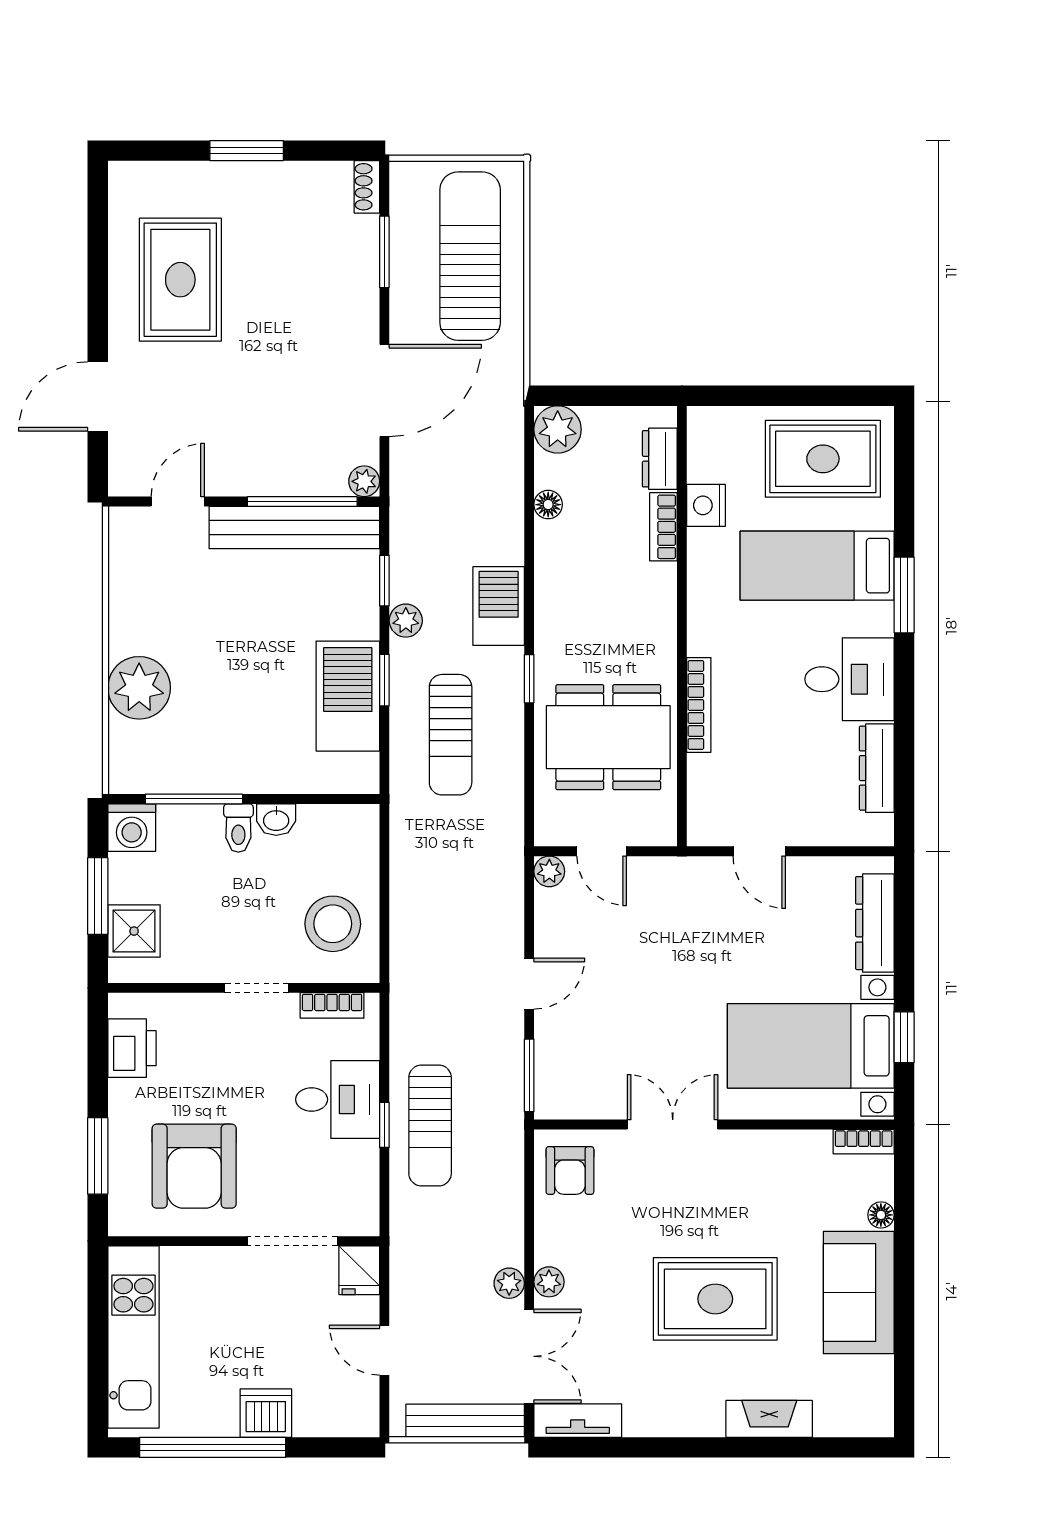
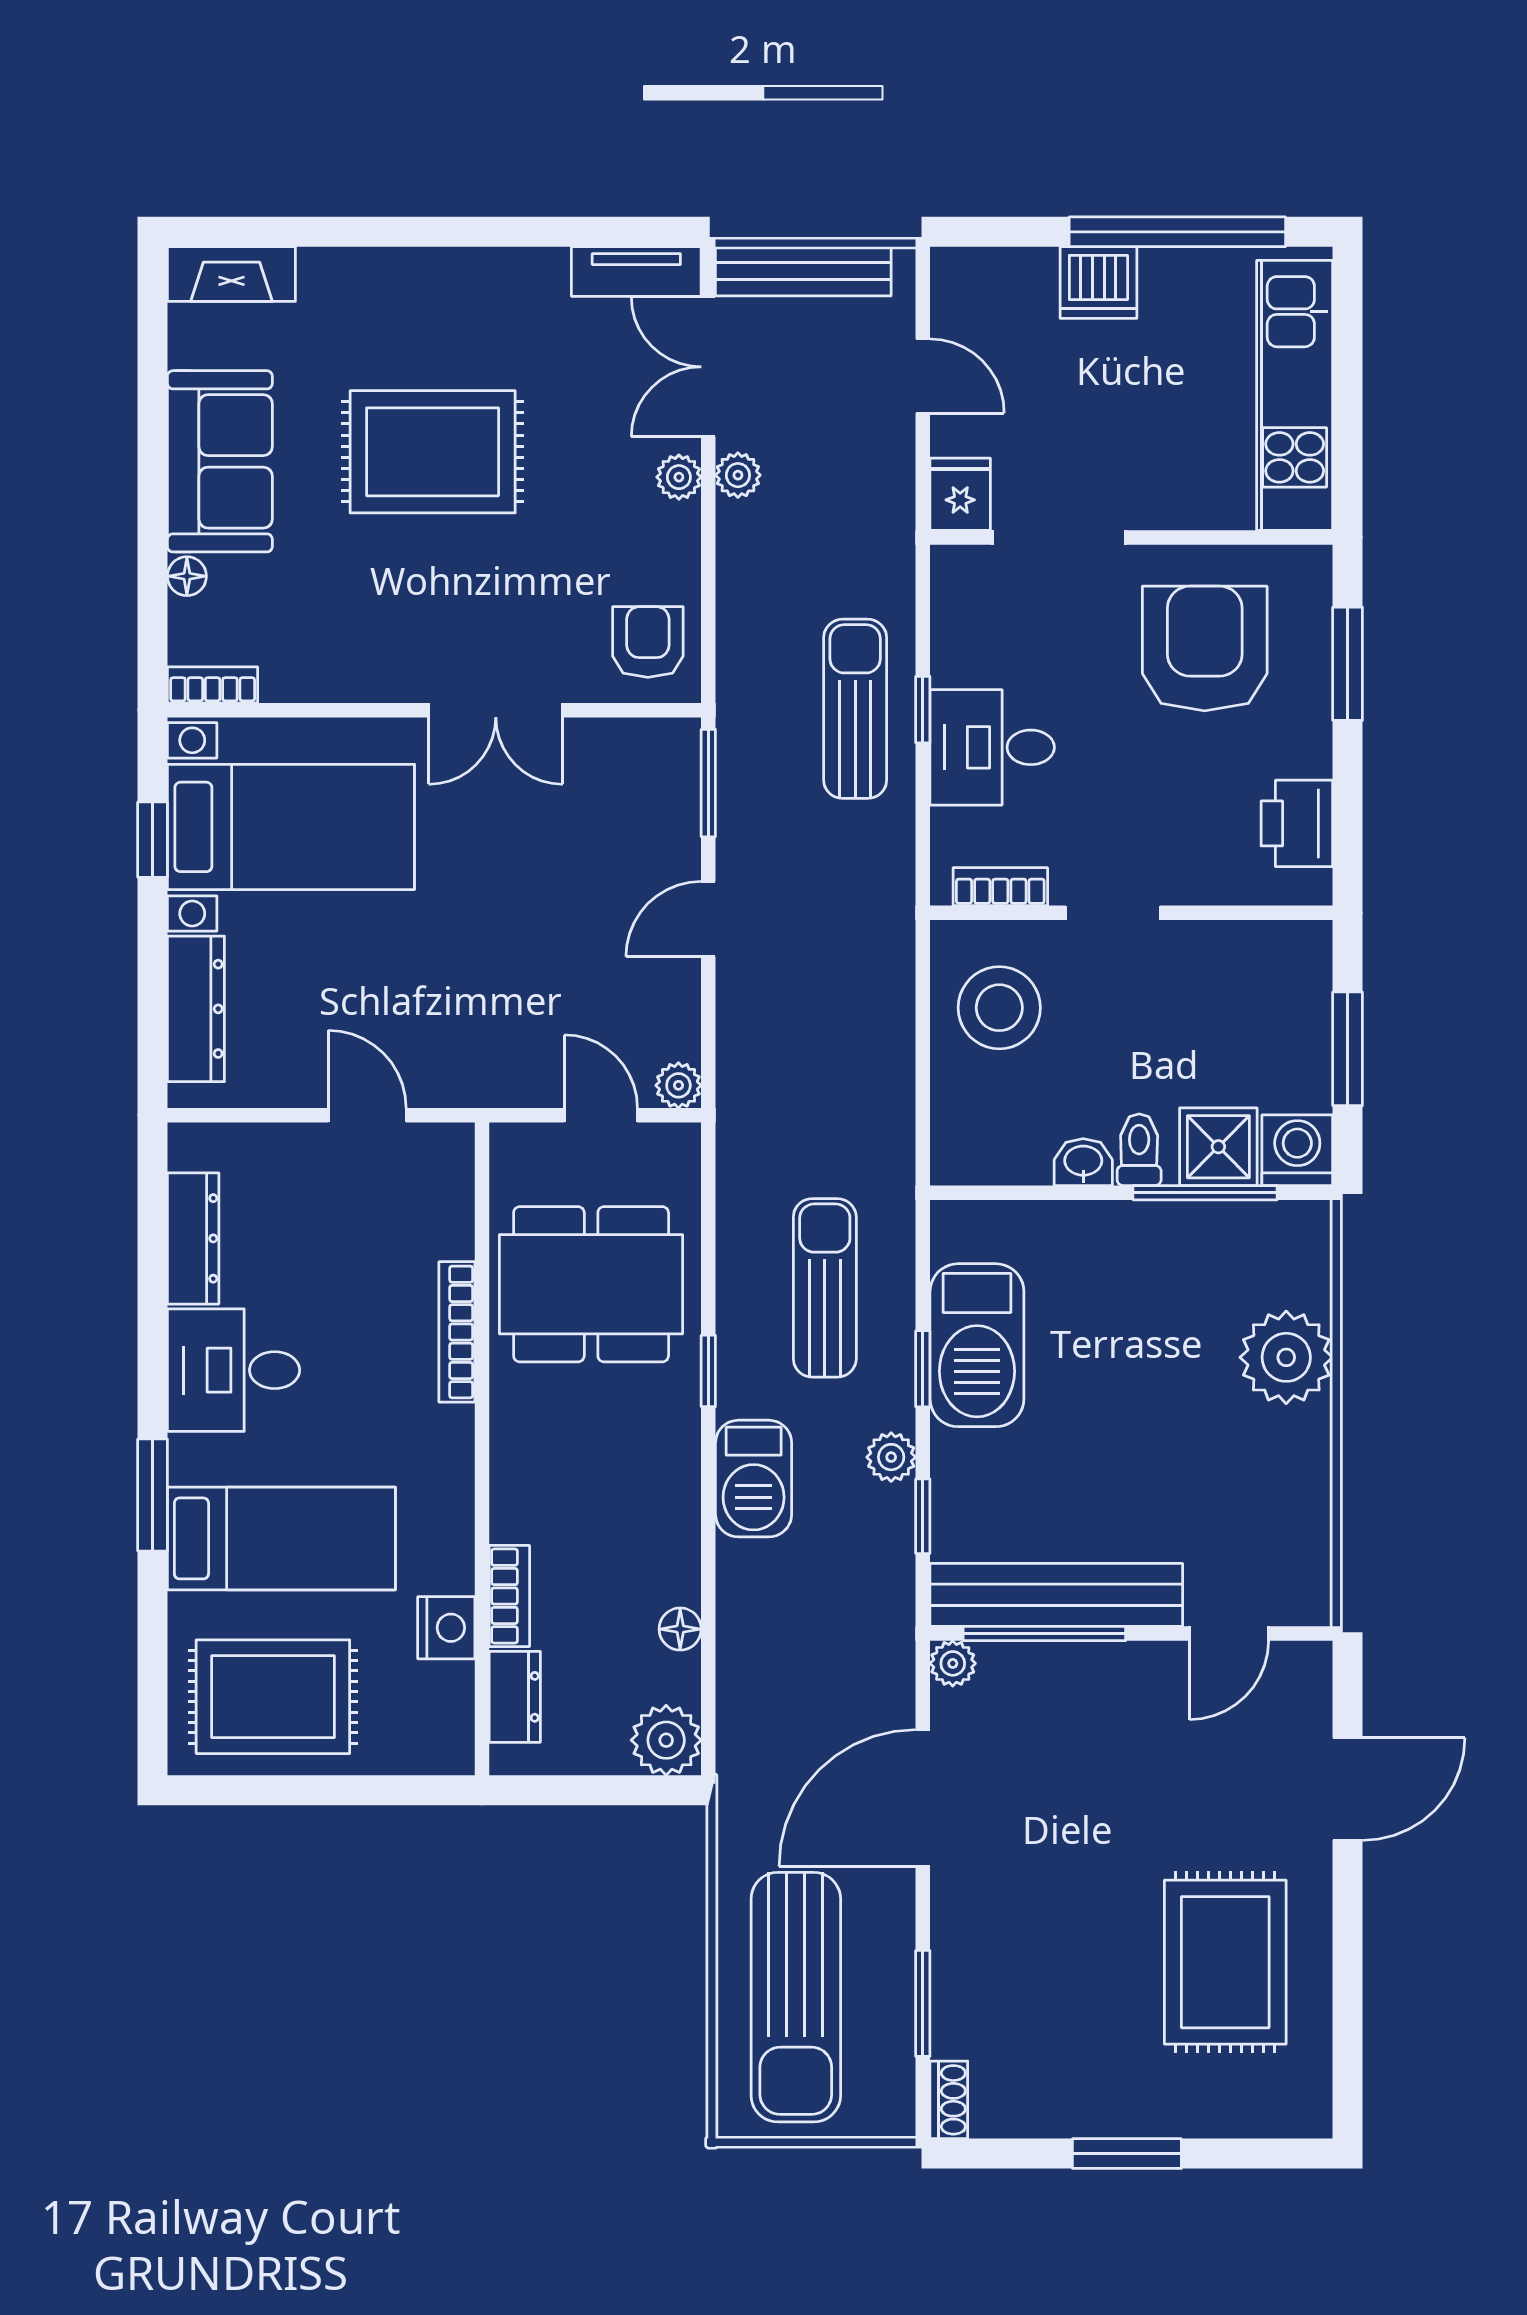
shower: (134, 931) -> (1218, 1147), moved
fireplace: (769, 1419) -> (231, 274), moved

